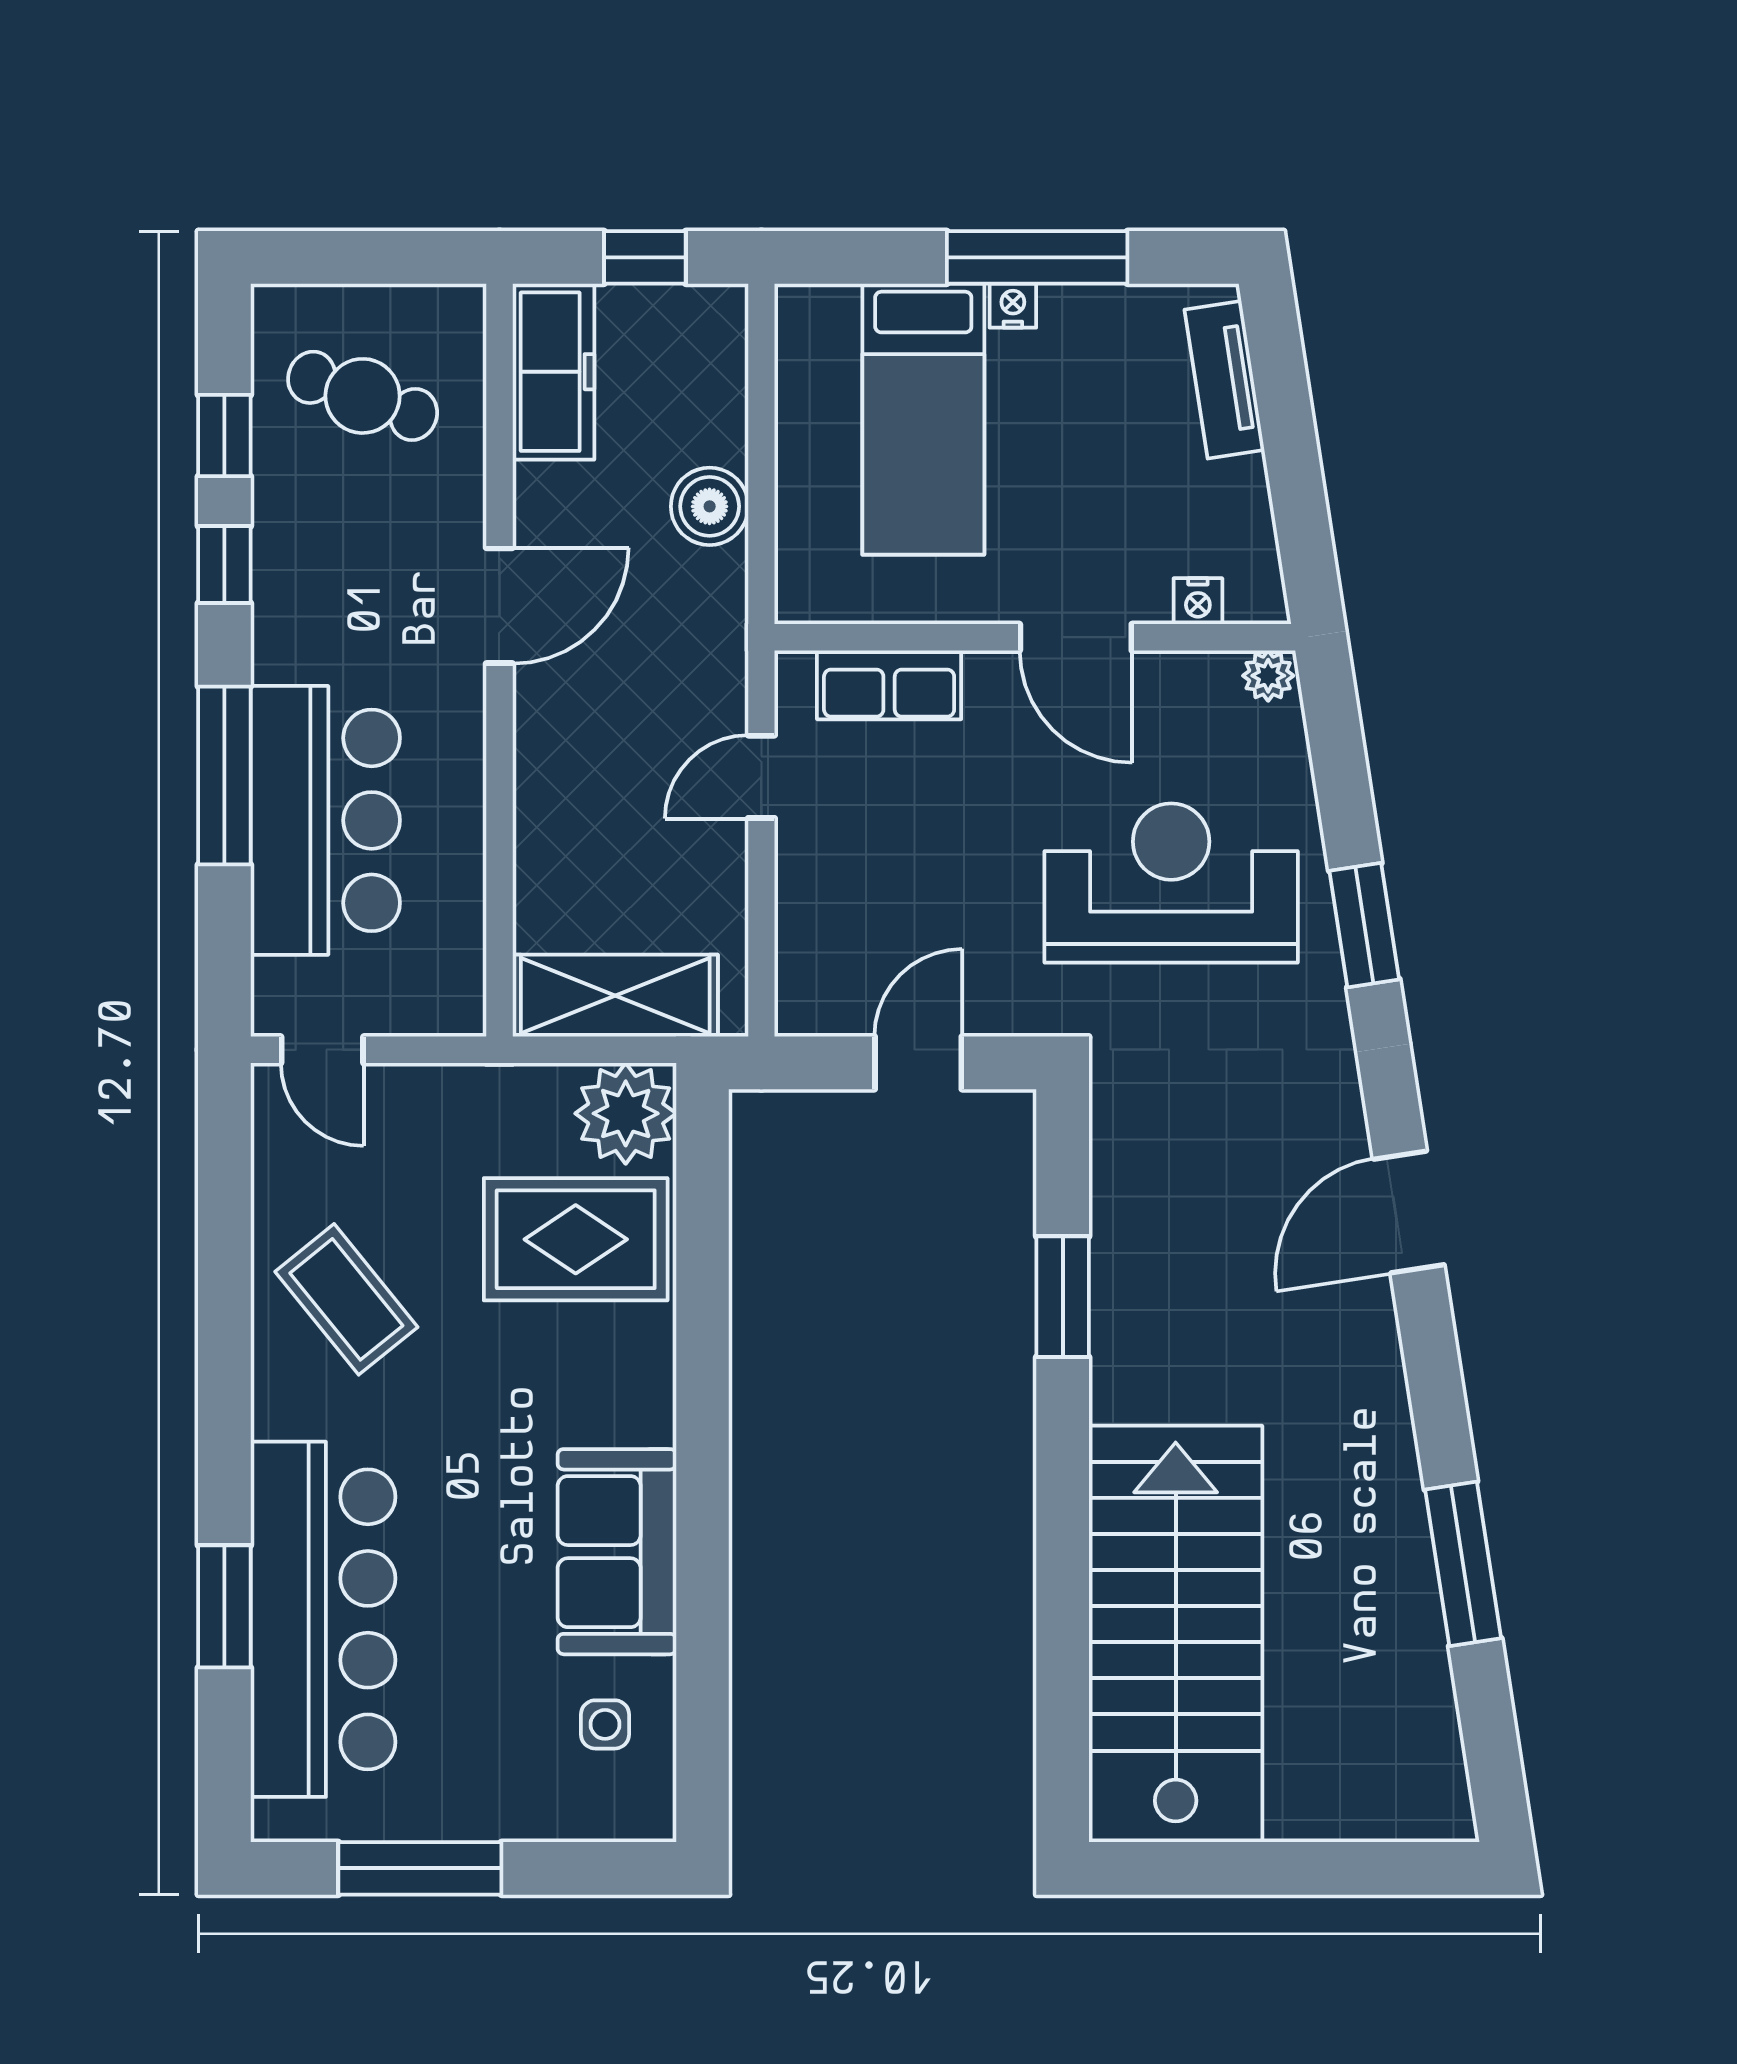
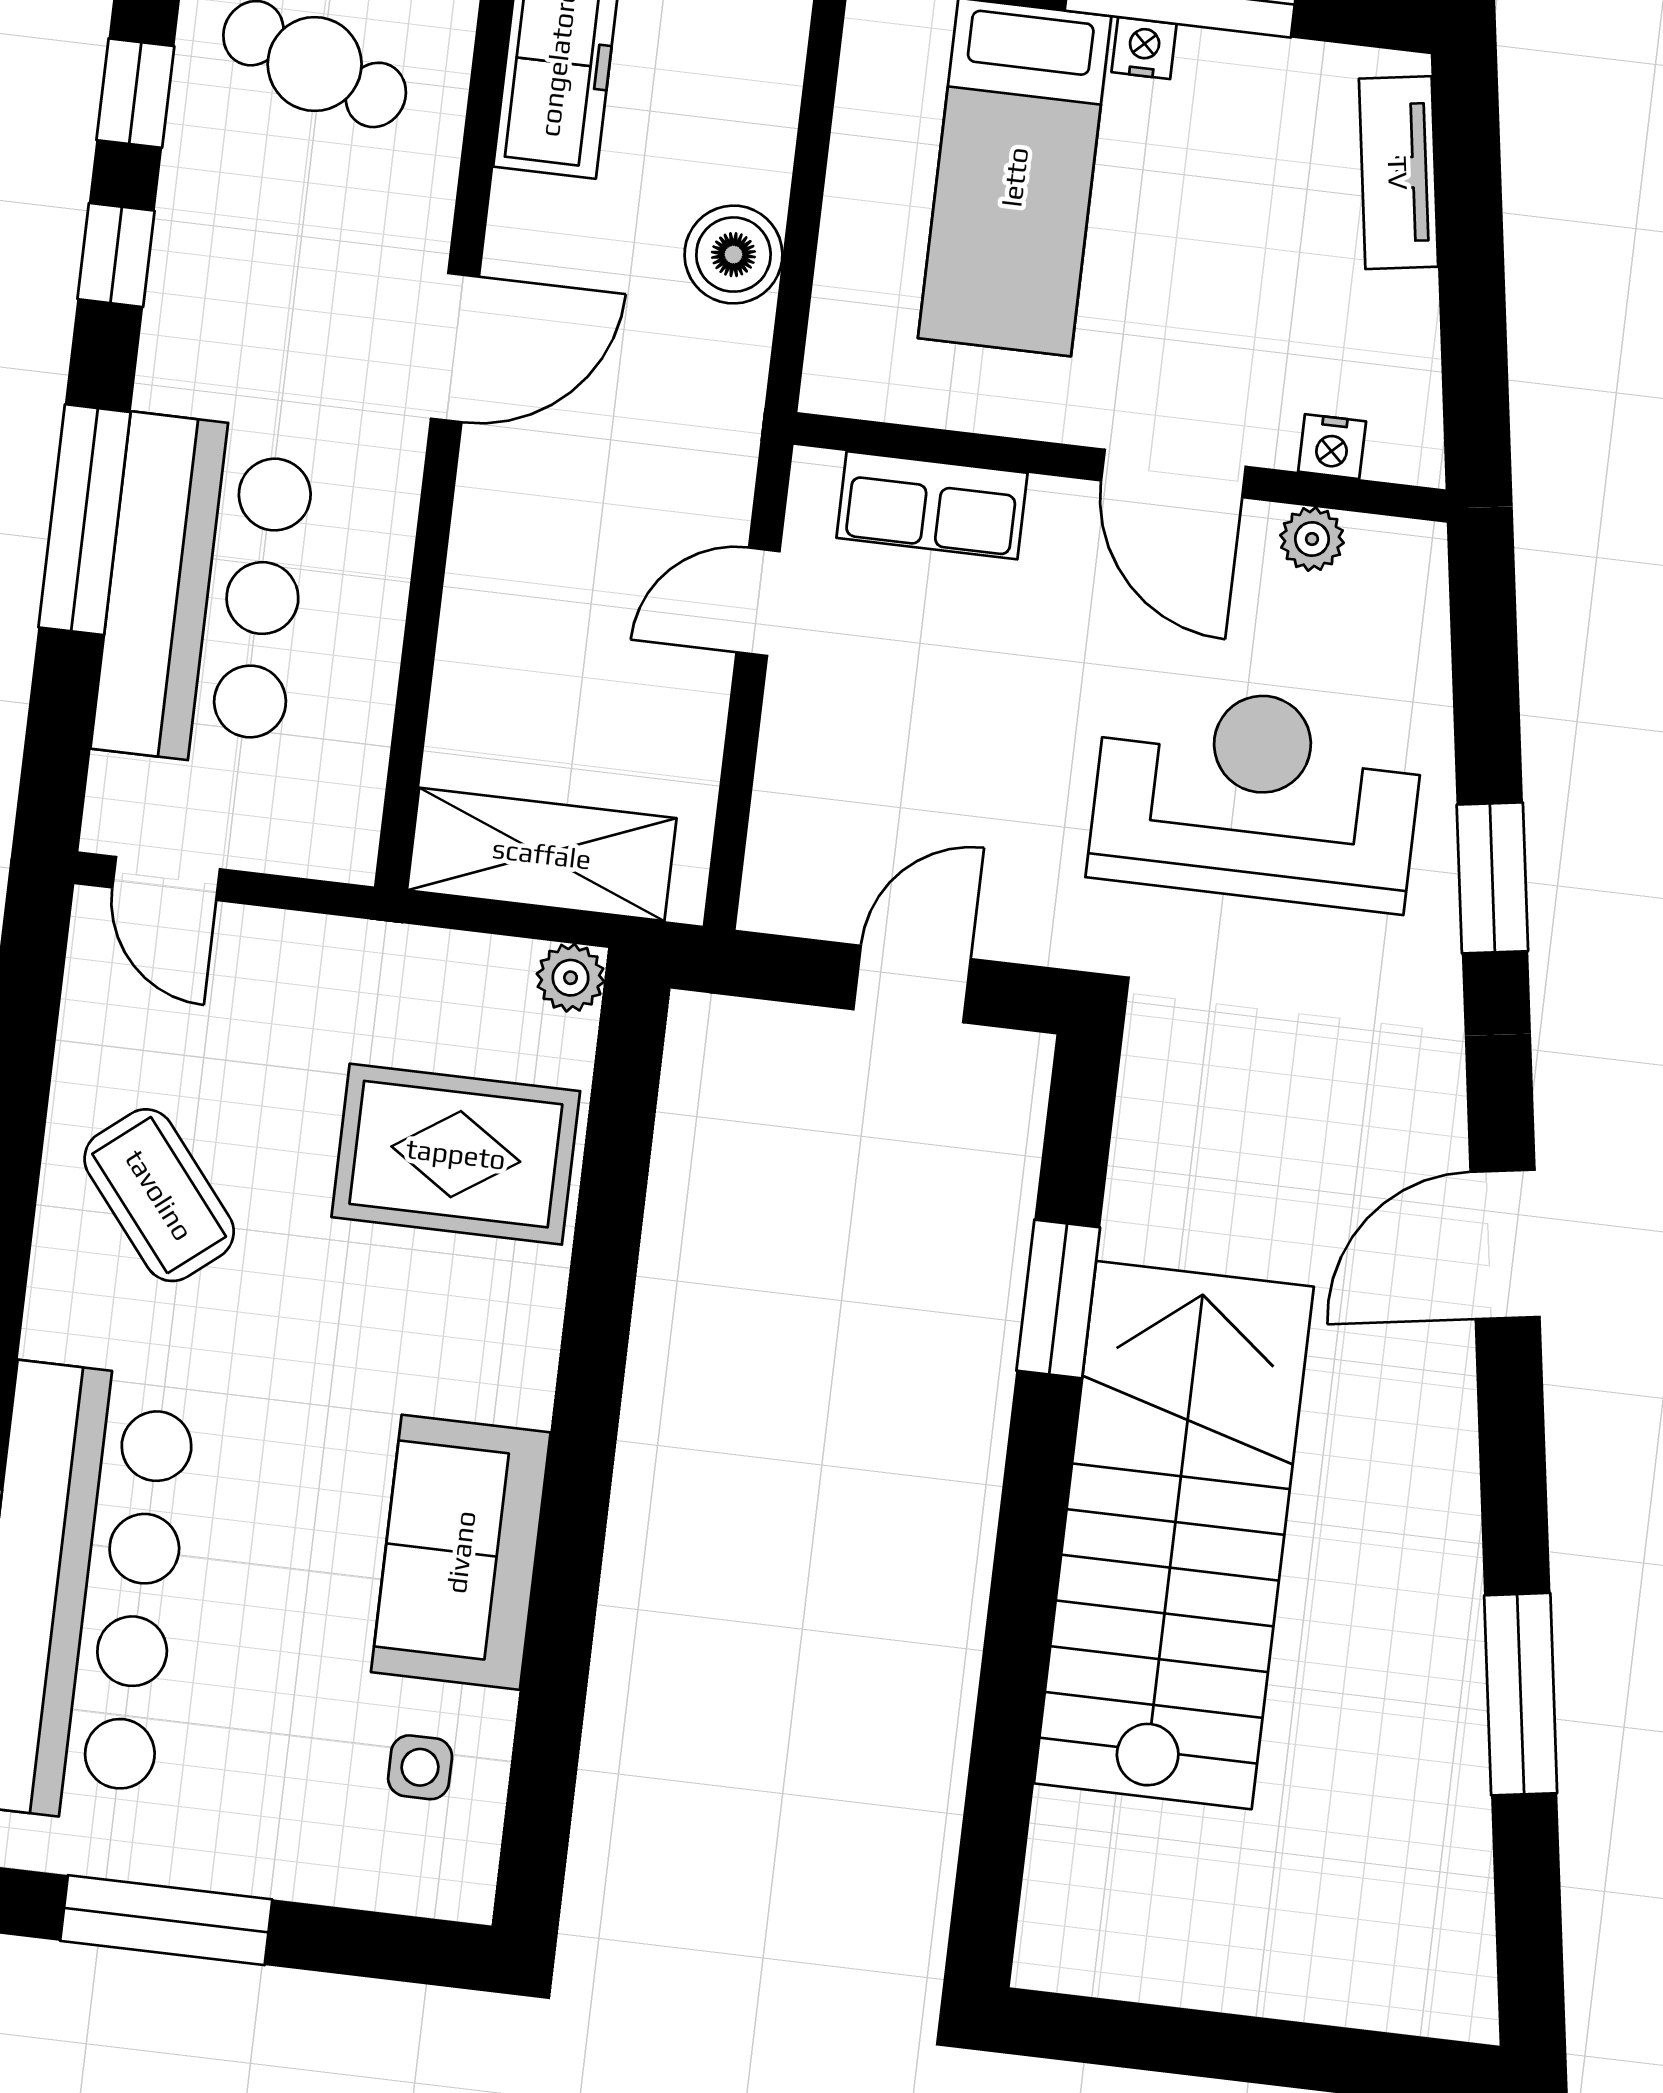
plant: (1268, 676) -> (1312, 539), moved
plant: (626, 1113) -> (571, 978), width x0.53, depth x0.53
stairs: (1176, 1634) -> (1174, 1535), moved

